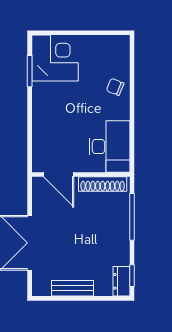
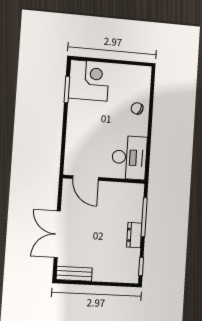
shoe rack: (103, 184) -> (122, 188), removed
dresser: (121, 281) -> (134, 235), moved
bench: (73, 288) -> (74, 274), moved

